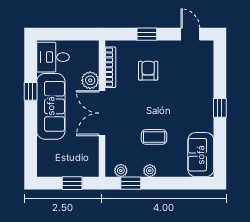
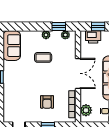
plant: (90, 80) -> (86, 110), moved
printer: (80, 168) -> (93, 37), added

